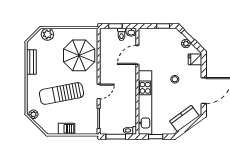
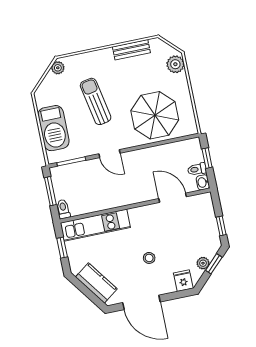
sun lounger: (61, 94) -> (96, 101), width x0.73, depth x0.75
kitchen unit: (145, 103) -> (95, 225), width x0.73
barbecue: (66, 129) -> (54, 128), width x1.88, depth x1.53

